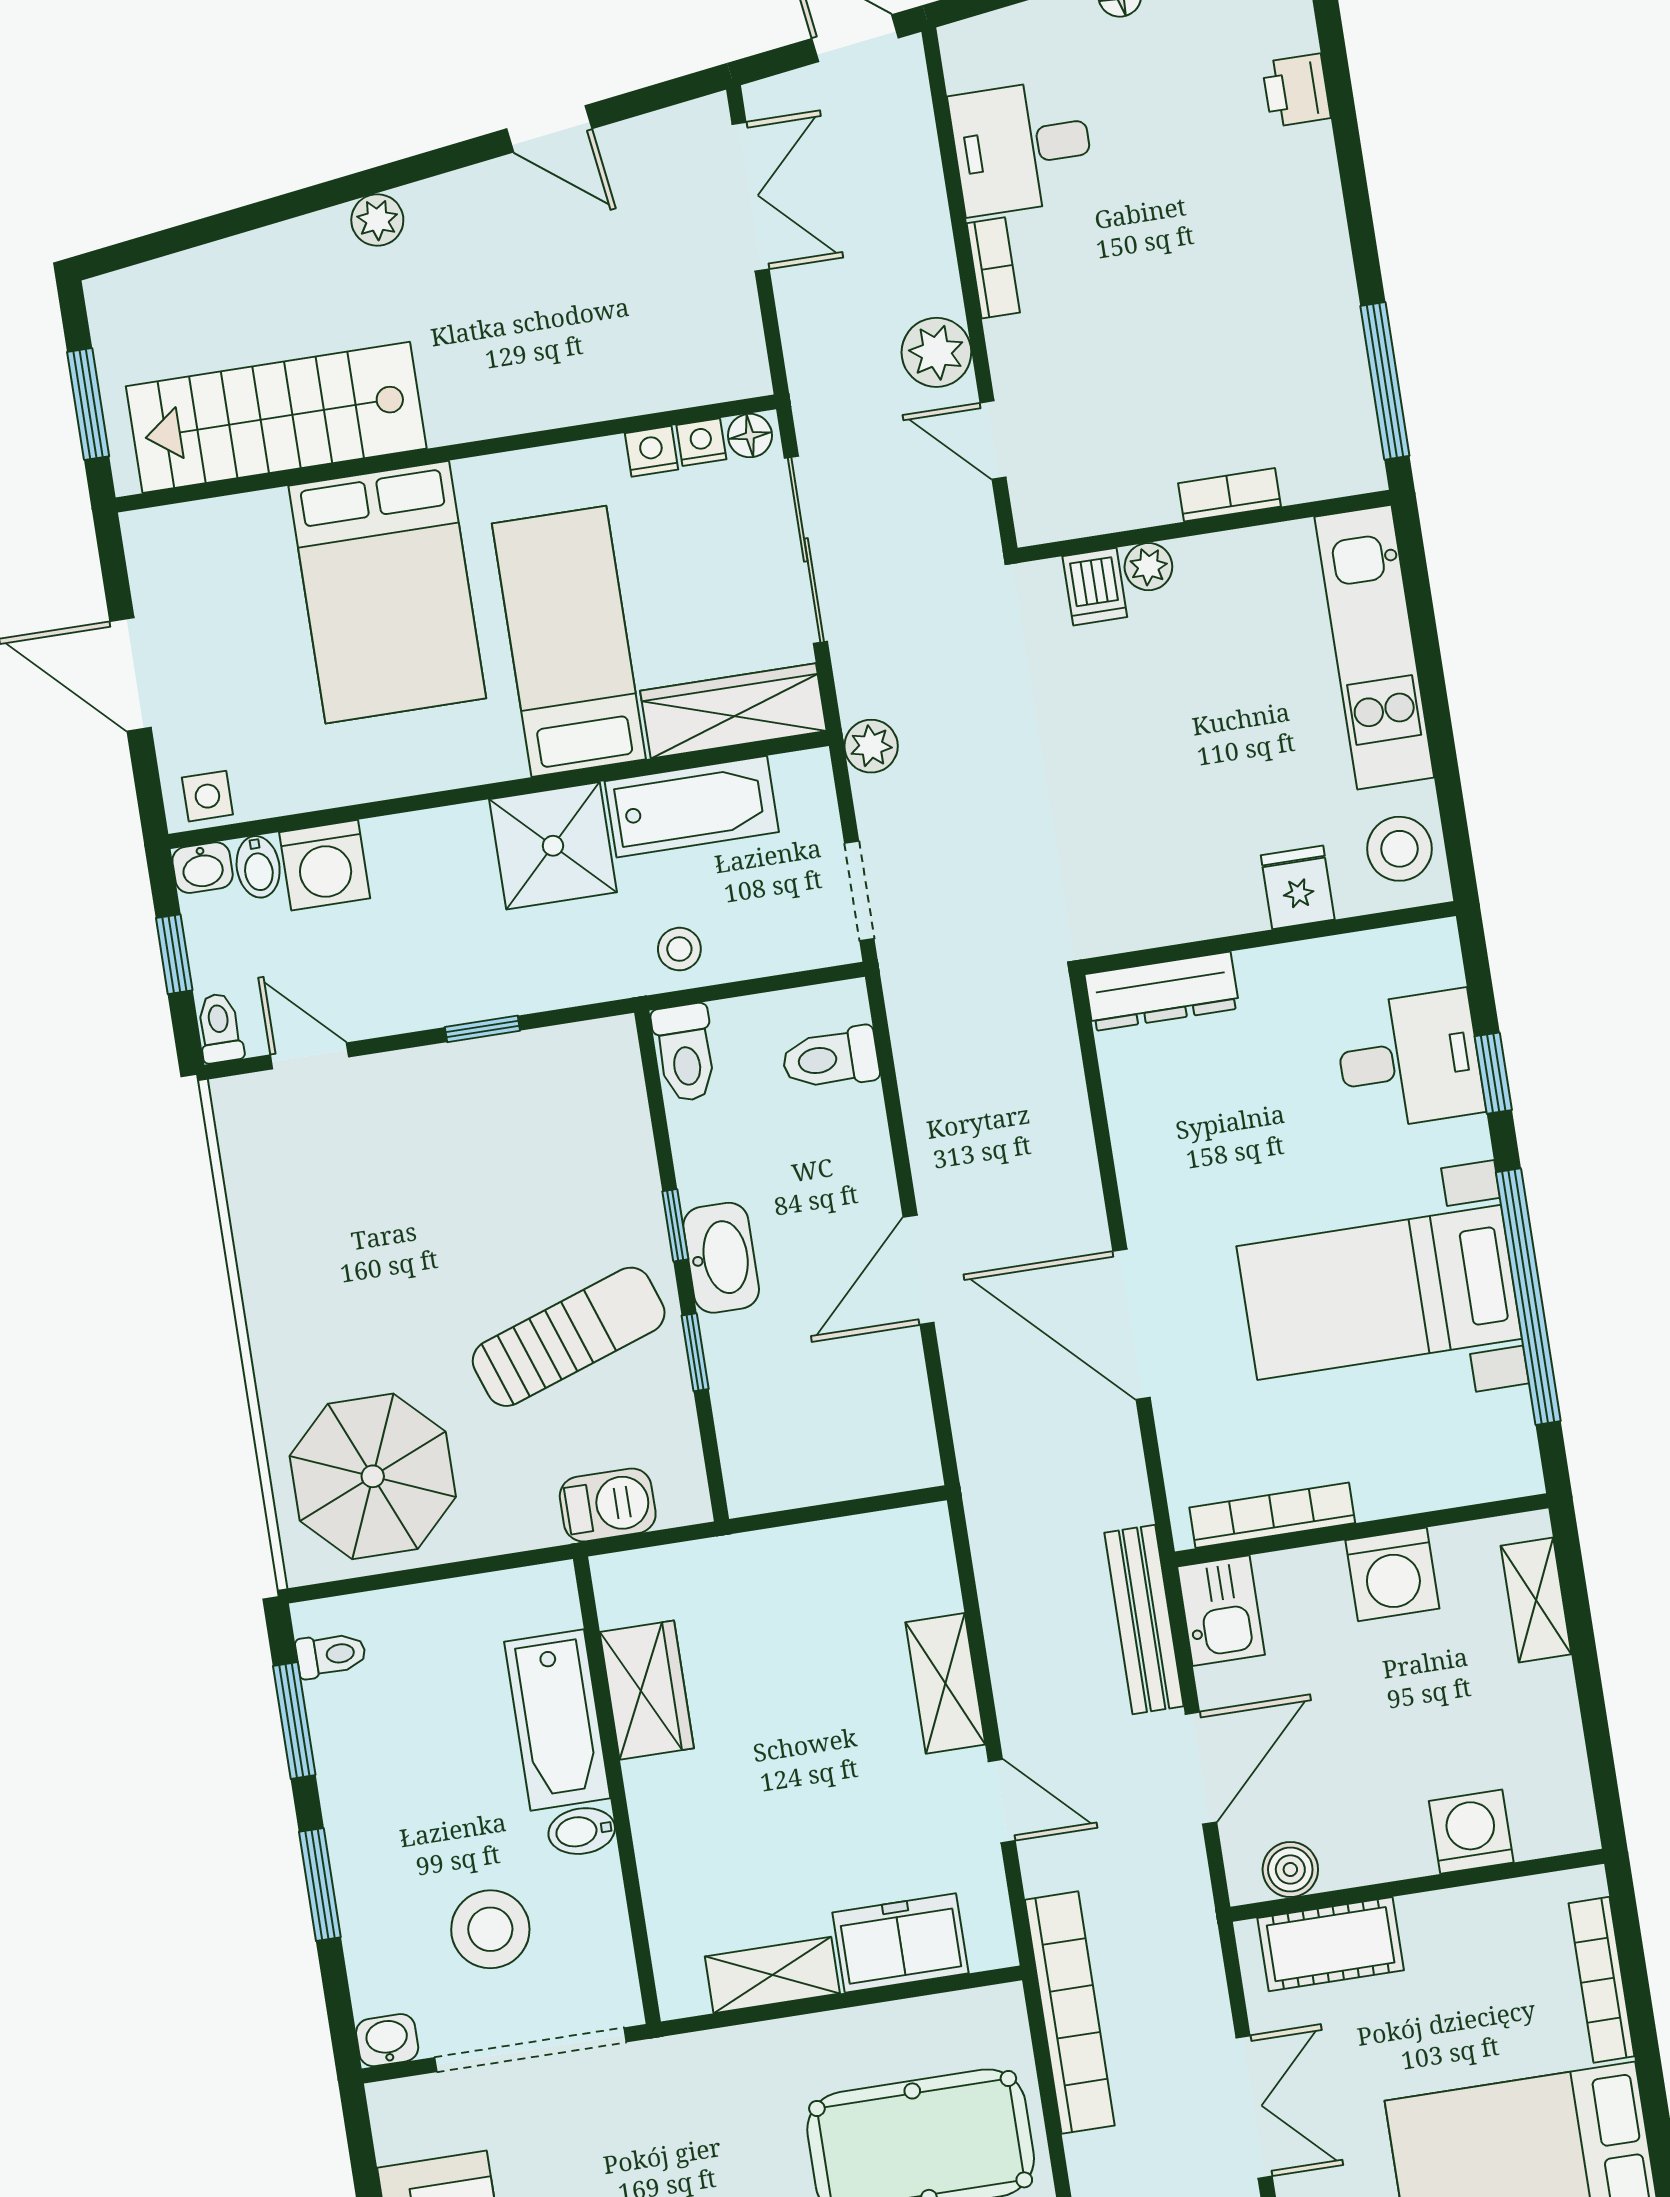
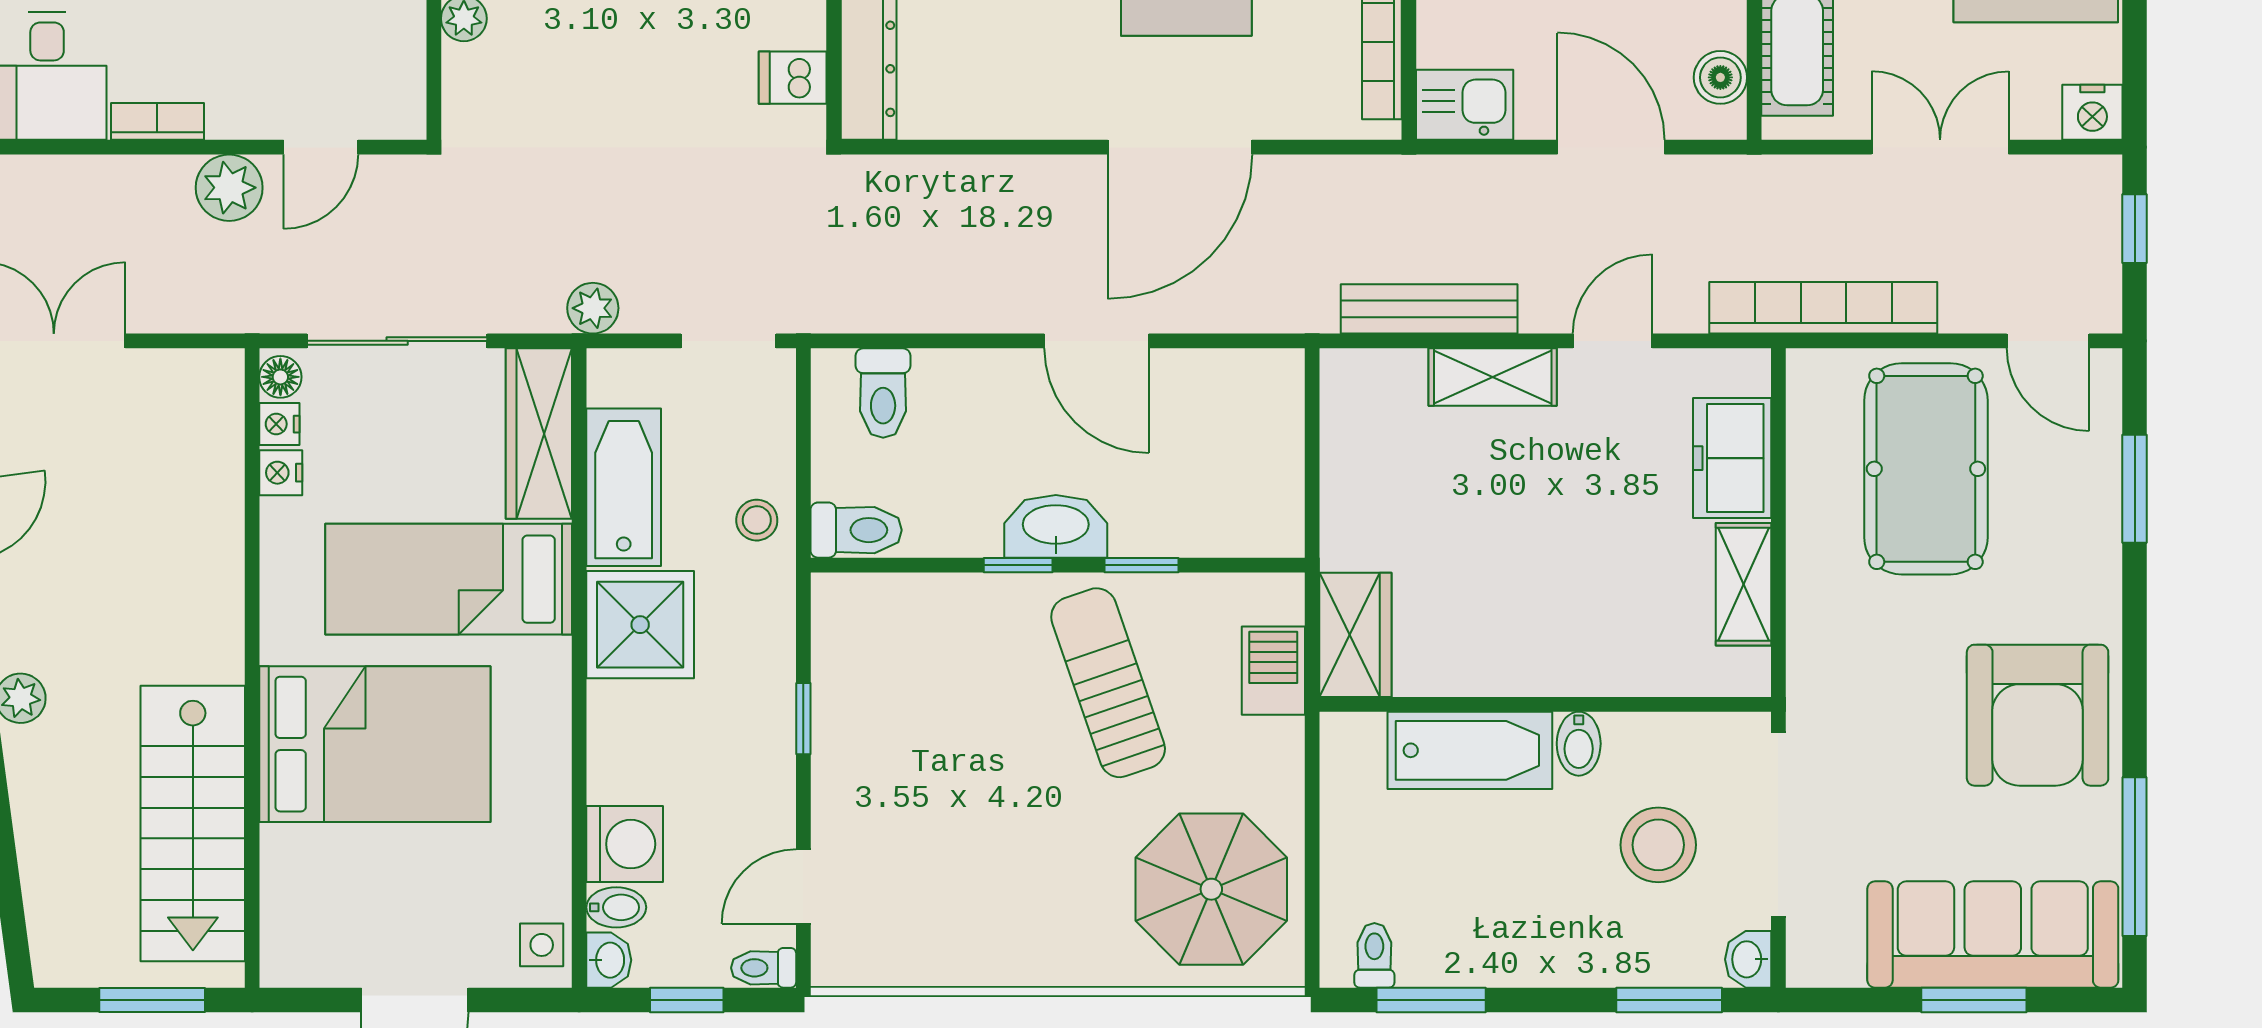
dishwasher: (1095, 587) -> (793, 78), moved, turned 180
bench: (1144, 1619) -> (1429, 309), moved
wardrobe: (647, 1690) -> (1355, 635), moved, turned 90
window: (320, 1885) -> (1669, 1000), moved

